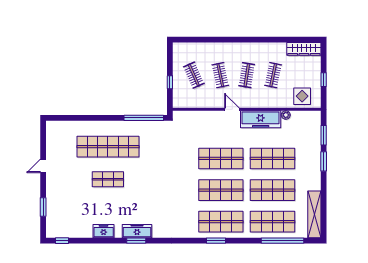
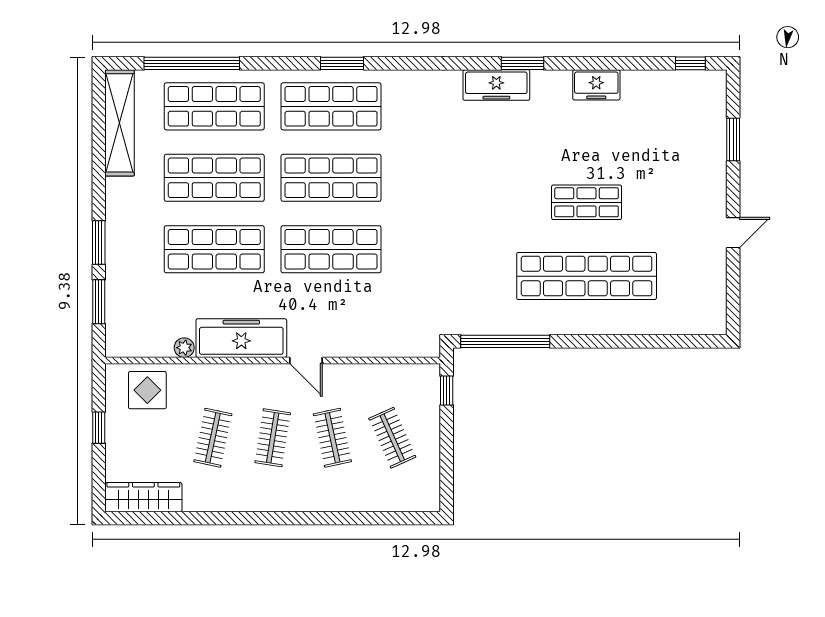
window: (170, 82) -> (447, 390), moved
freezer: (137, 231) -> (496, 85), moved

